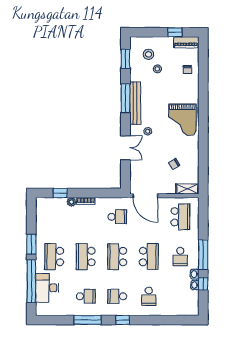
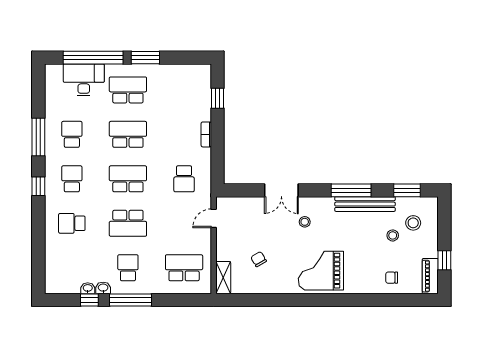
bench: (135, 103) -> (365, 204), moved
door: (145, 196) -> (214, 218), width x0.53
plant: (71, 202) -> (205, 114), removed
school desk: (180, 217) -> (184, 268), turned 180
school desk: (180, 257) -> (128, 268), turned 90
school desk: (86, 296) -> (72, 134), turned 180

